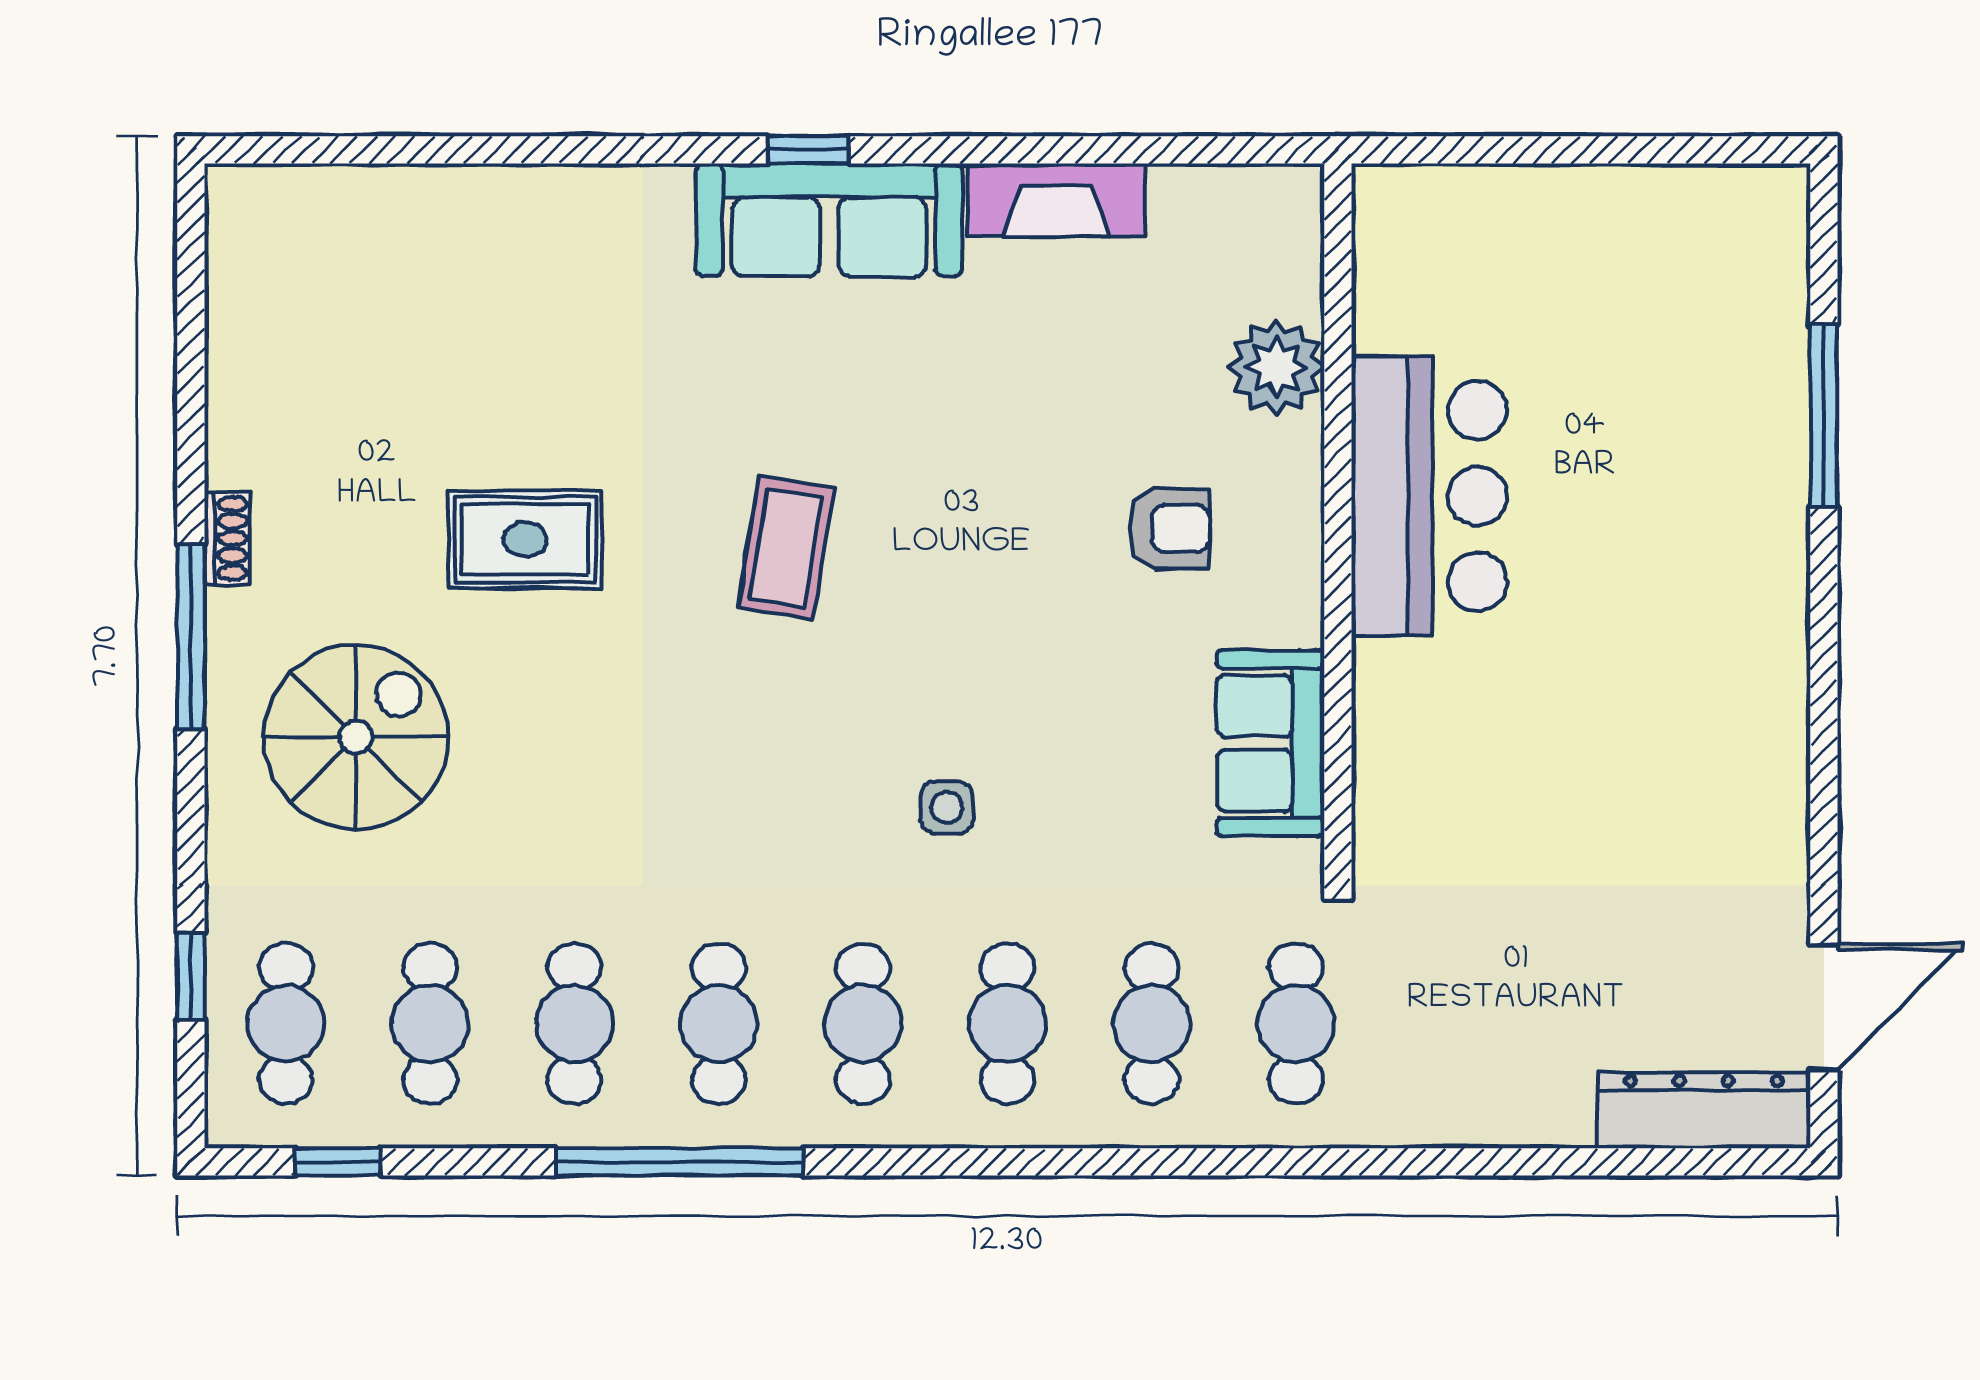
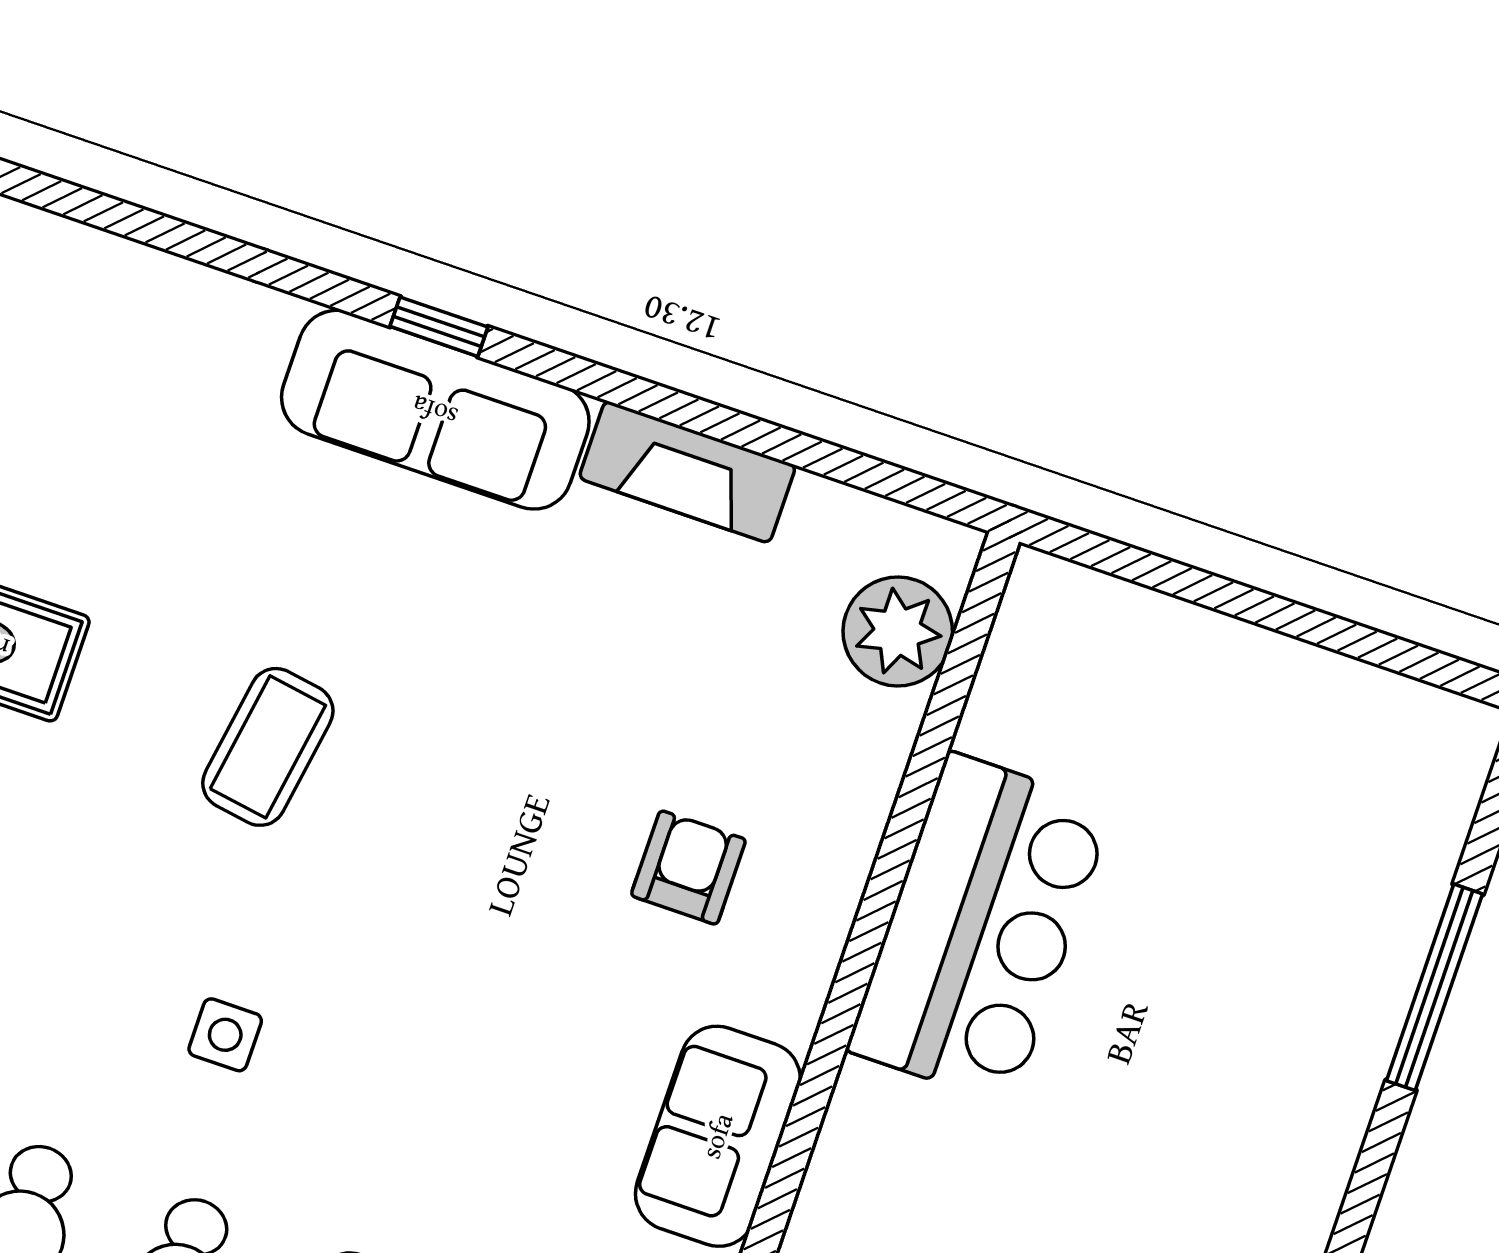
plant: (1277, 367) -> (898, 631), moved
armchair: (1170, 528) -> (688, 868), turned -90
side table: (947, 807) -> (225, 1035), moved

